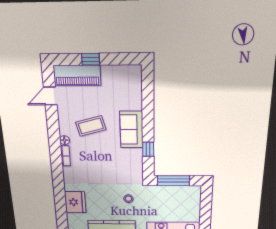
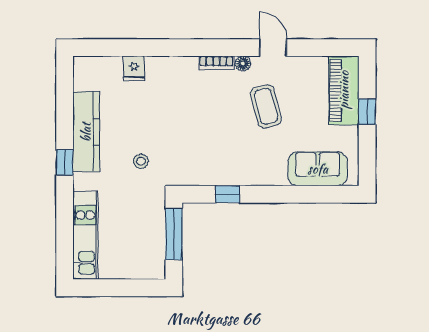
door: (50, 96) -> (273, 48), moved
sofa: (131, 130) -> (318, 169), moved
fridge: (75, 202) -> (134, 68), width x0.53, depth x0.75

